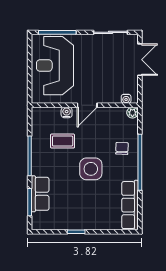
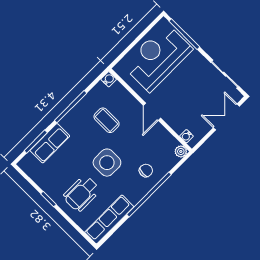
double door: (140, 60) -> (226, 117), swing flipped
door: (87, 105) -> (152, 112), hinge flipped
water cooler: (67, 112) -> (109, 79), moved
wheelchair: (94, 206) -> (82, 193), added

